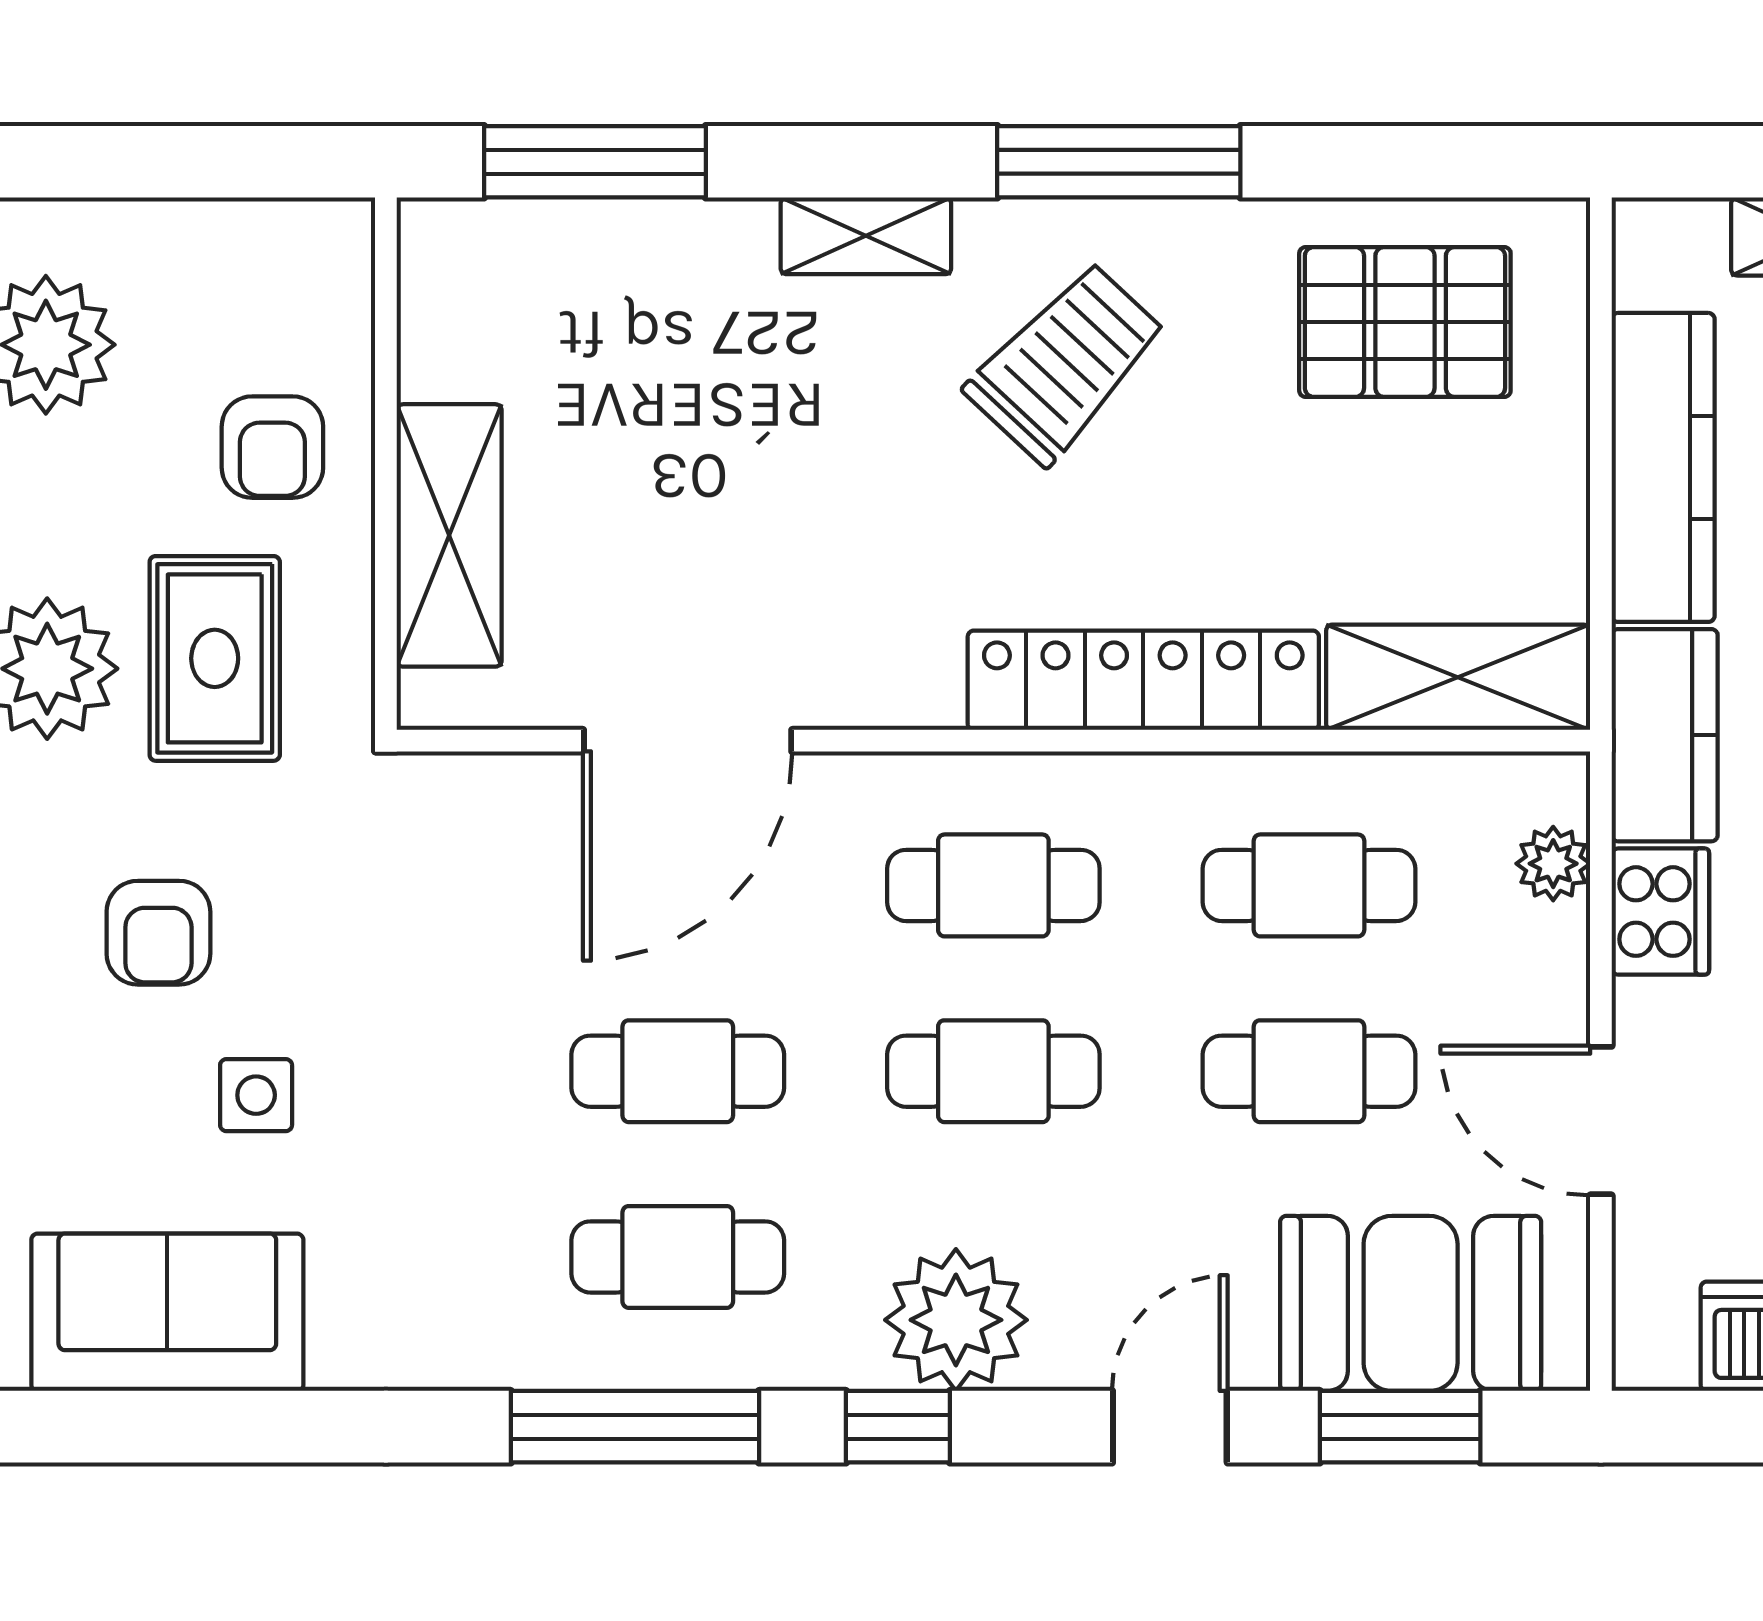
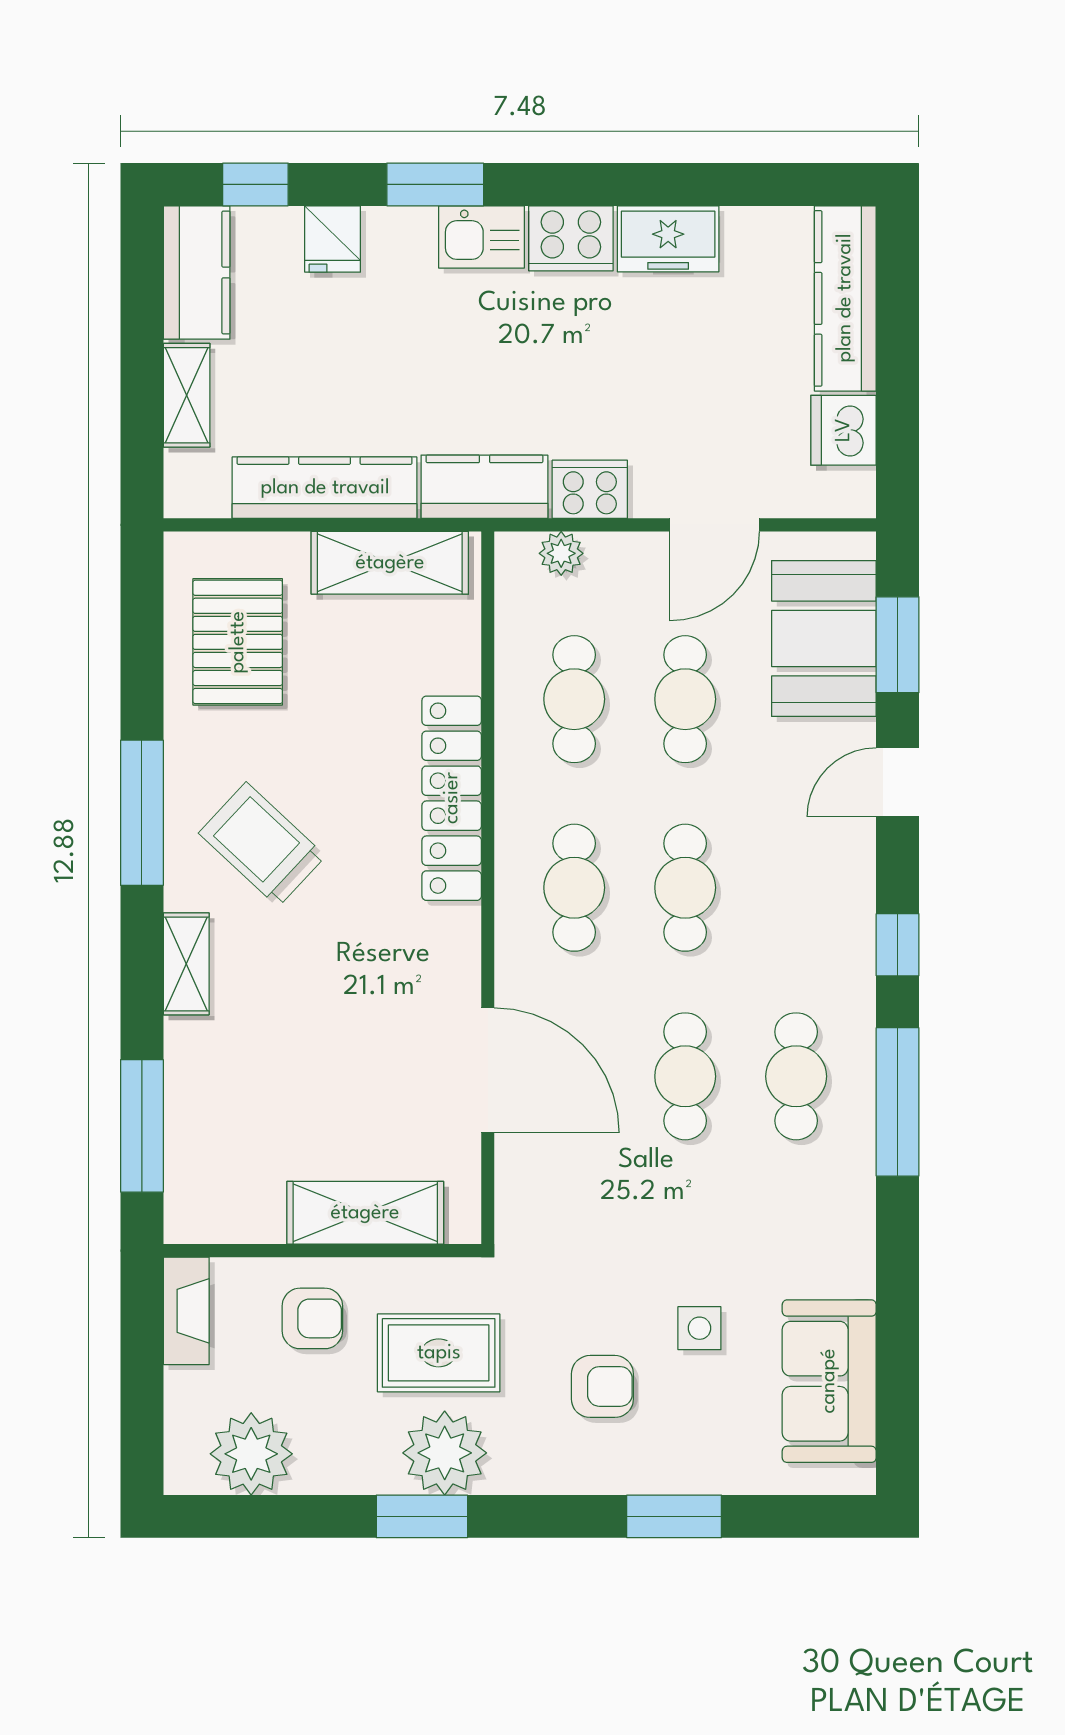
fireplace: (285, 236) -> (186, 1311), added
shelving: (1458, 677) -> (390, 563), moved, turned 90
plant: (956, 1320) -> (834, 910), removed
door: (1170, 1427) -> (898, 782), hinge flipped

